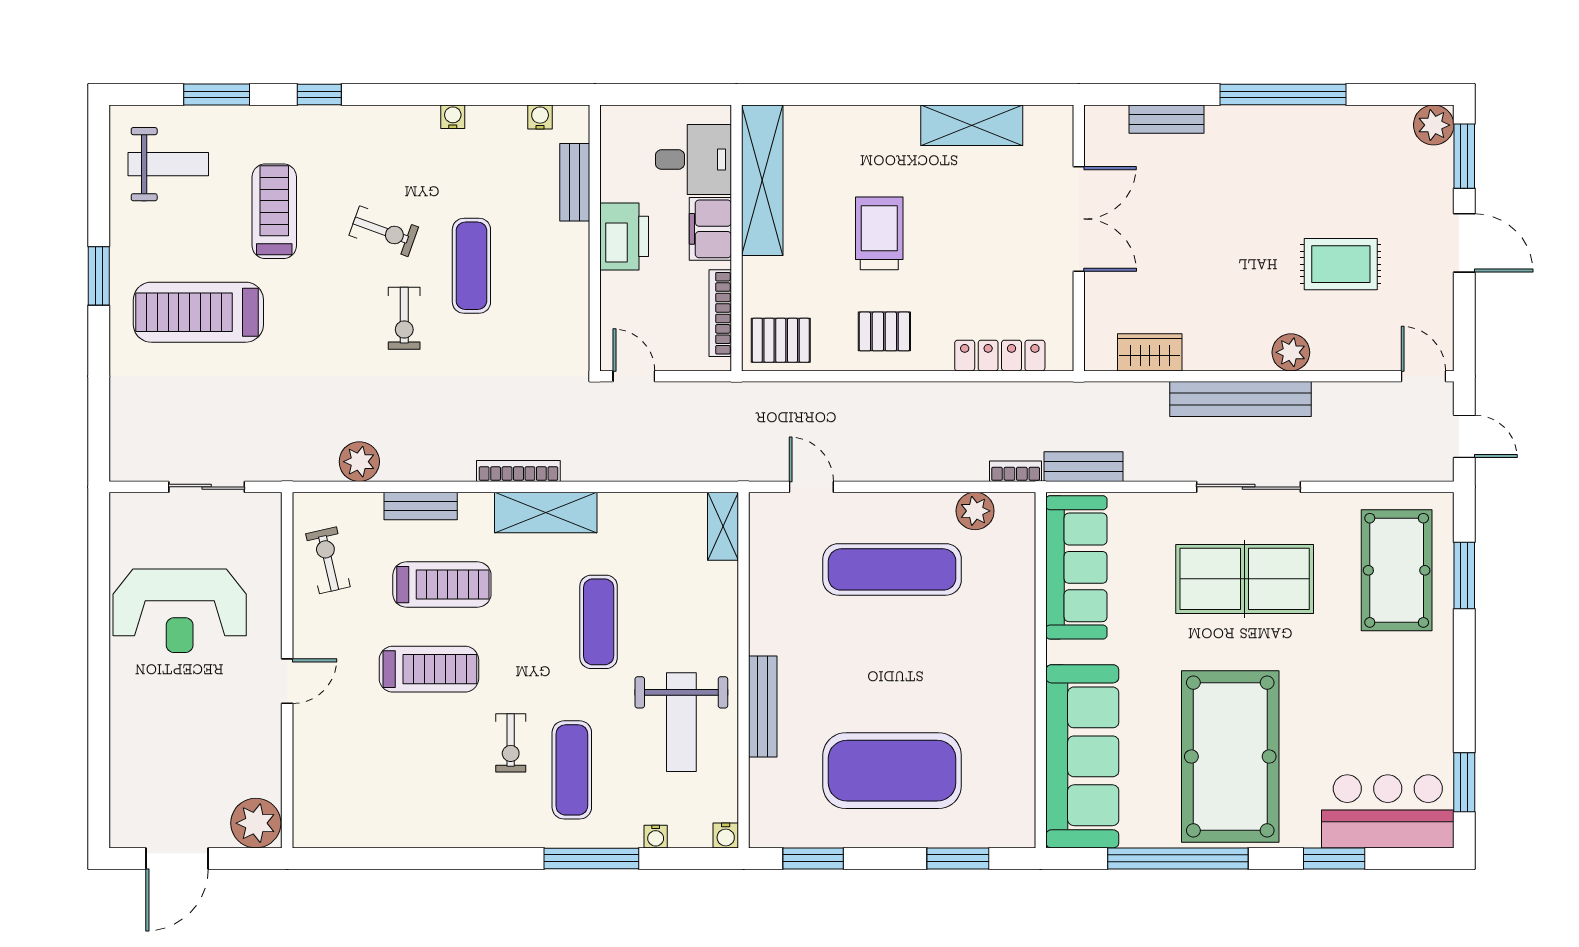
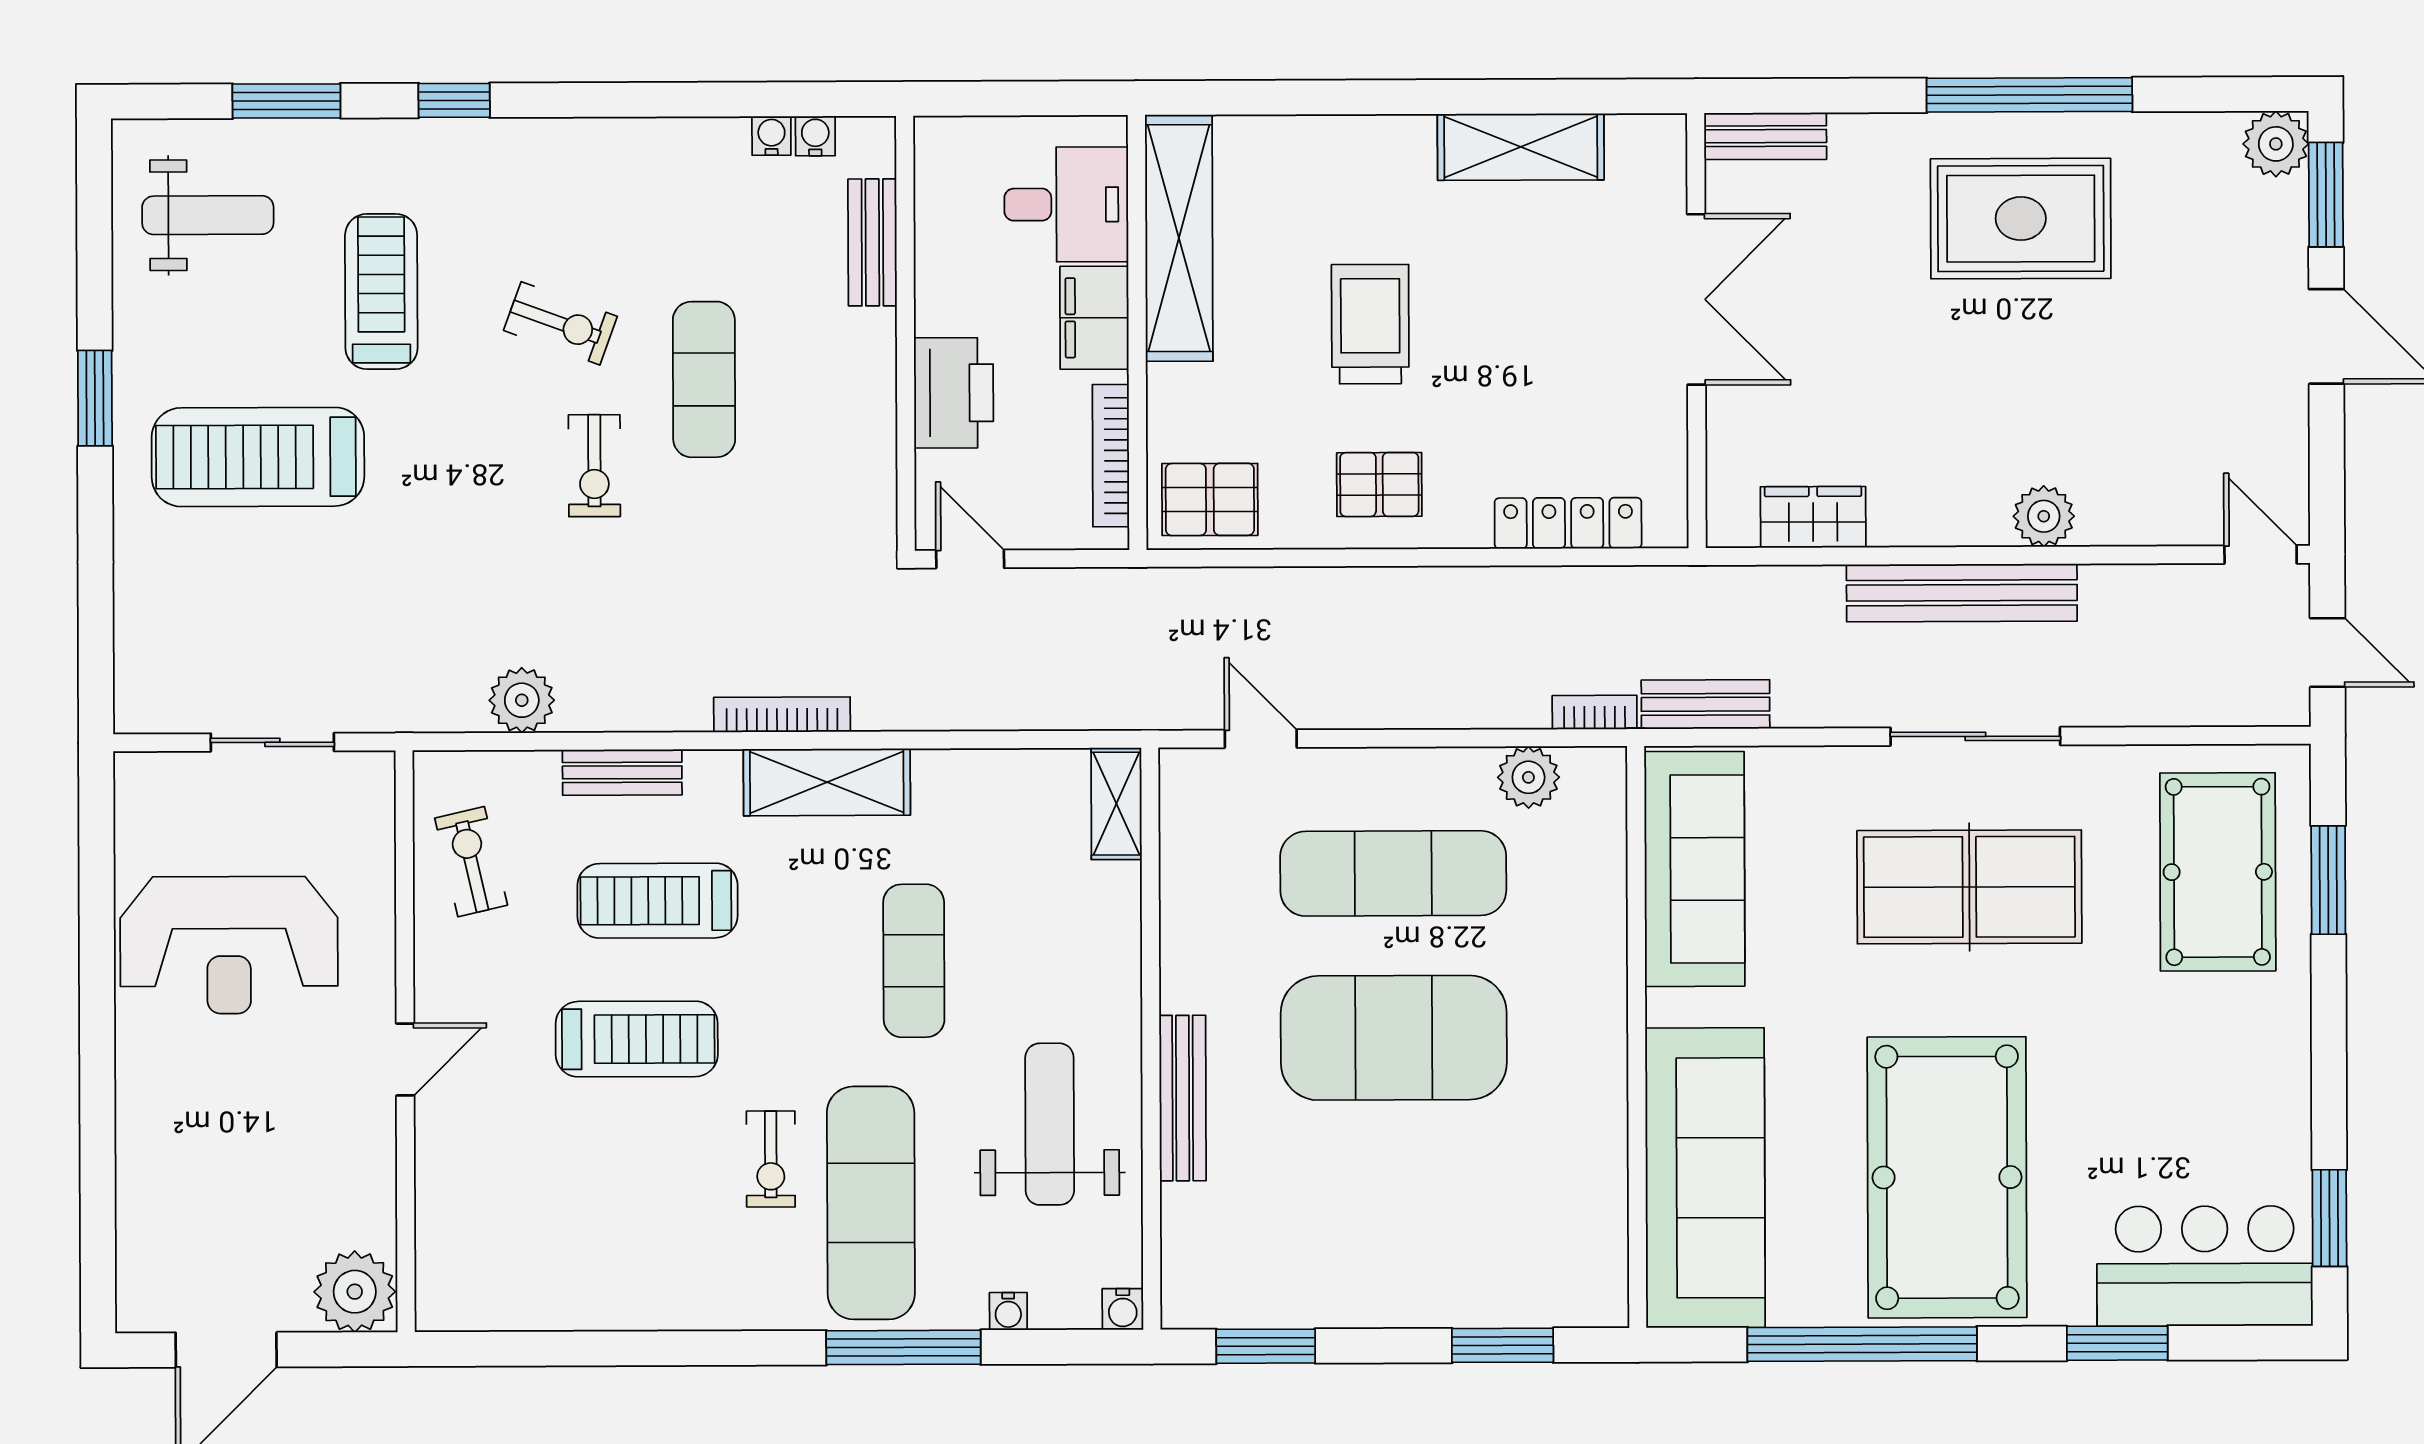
water cooler: (453, 117) -> (771, 136), moved
bench: (1167, 119) -> (1765, 136), moved
printer: (624, 236) -> (954, 393), moved
rug: (1341, 264) -> (2021, 219), moved, width x1.36, depth x1.43
treadmill: (442, 585) -> (657, 901), turned 180
weight bench: (681, 722) -> (1050, 1124), turned 180
exercise mat: (572, 770) -> (871, 1203), width x1.36, depth x1.45
exercise mat: (892, 771) -> (1394, 1038), moved

